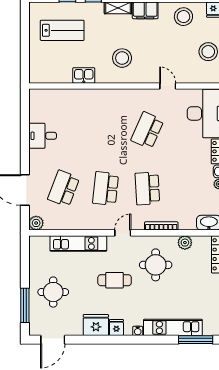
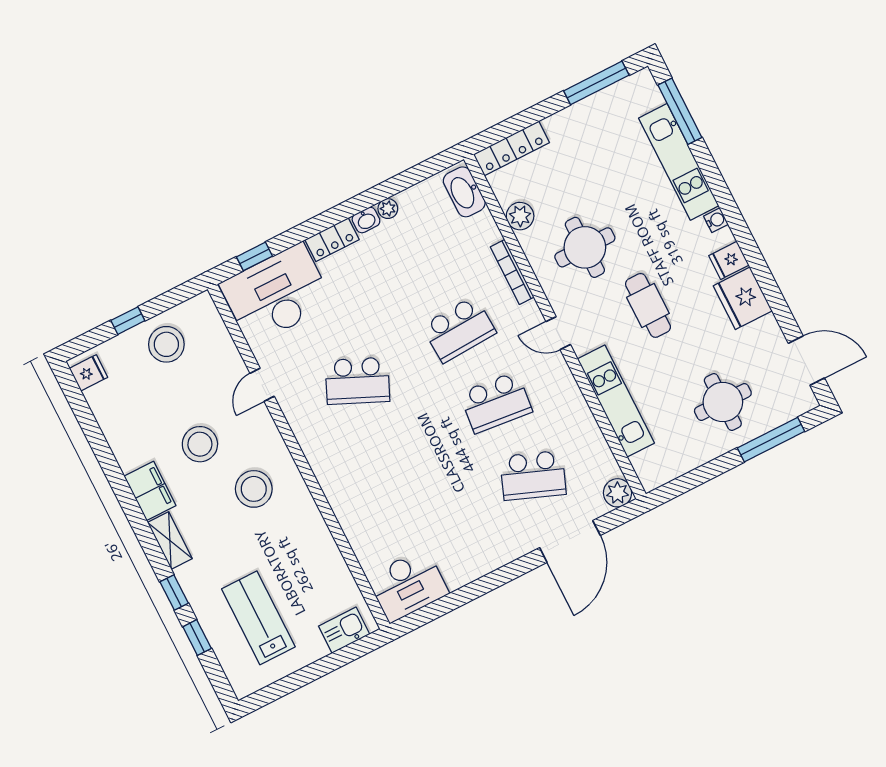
stool: (183, 17) -> (200, 444), moved
kitchen sink: (84, 75) -> (344, 630), moved, turned 90
desk: (43, 136) -> (408, 585), moved, width x1.37

